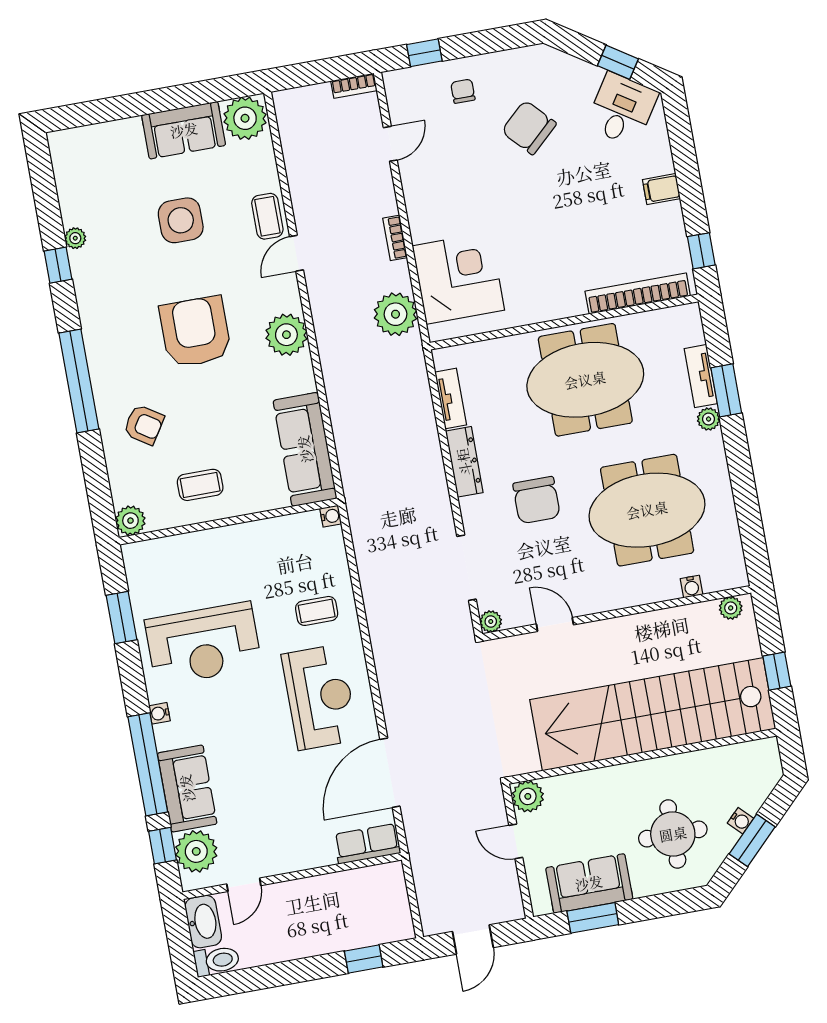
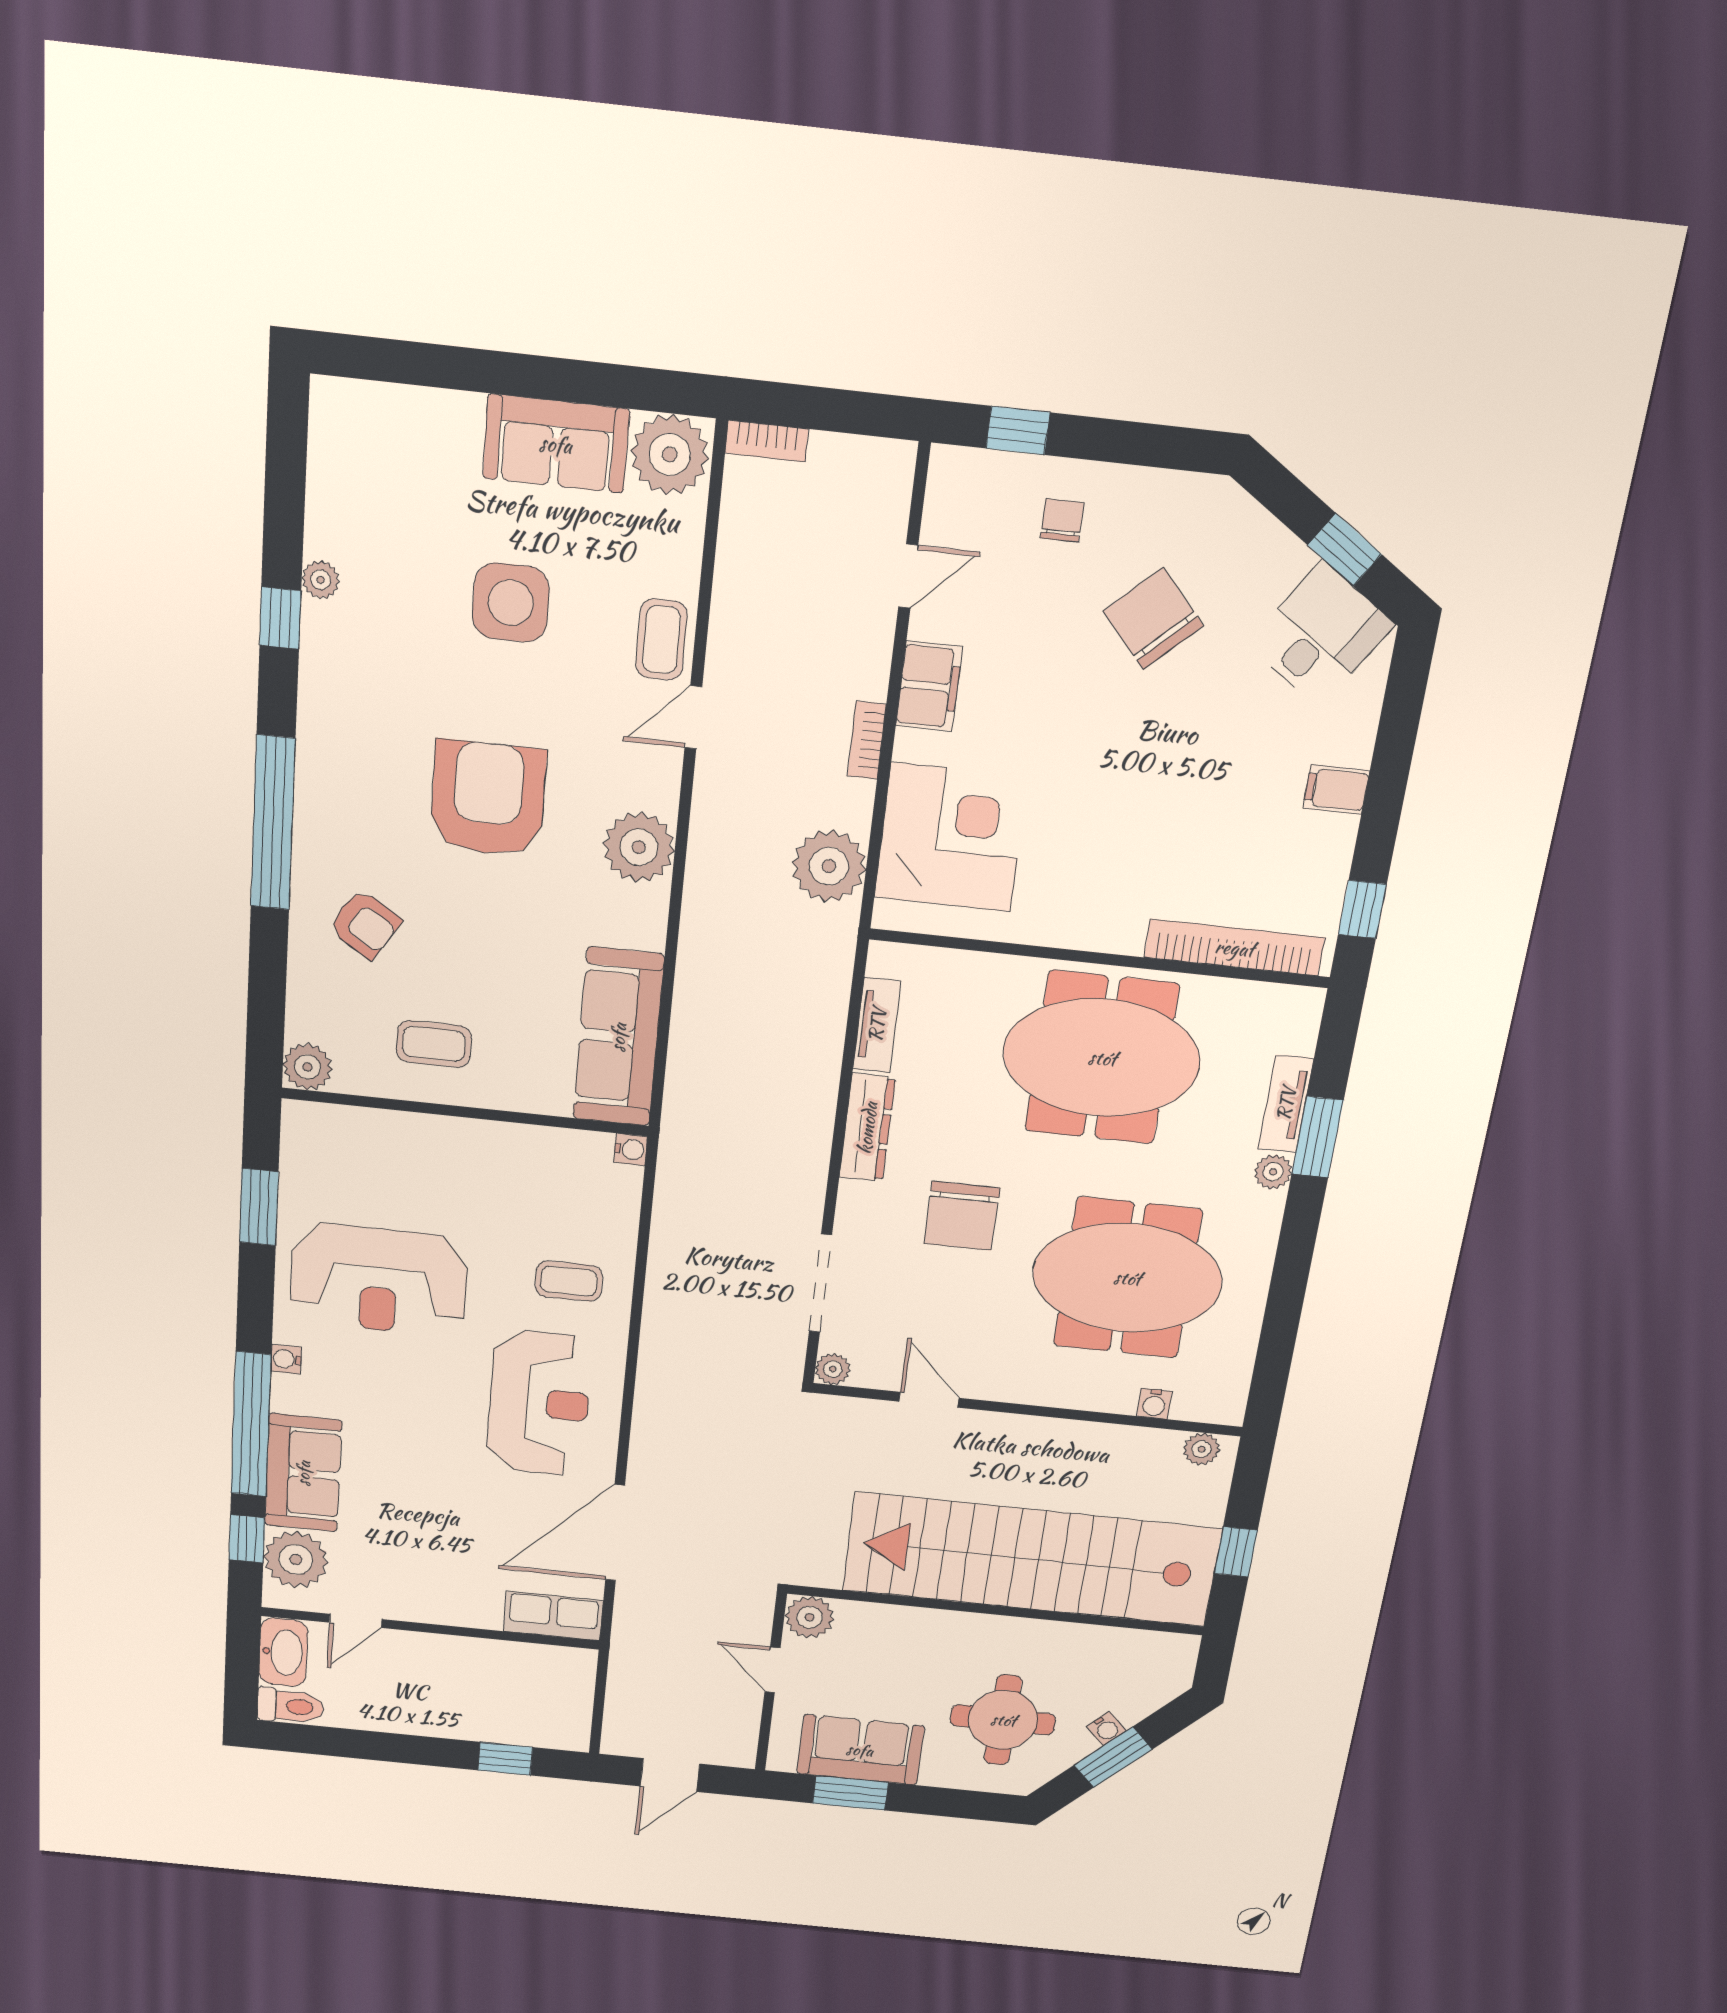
bookcase: (354, 86) -> (767, 441), moved
filing cabinet: (420, 199) -> (929, 686), added

